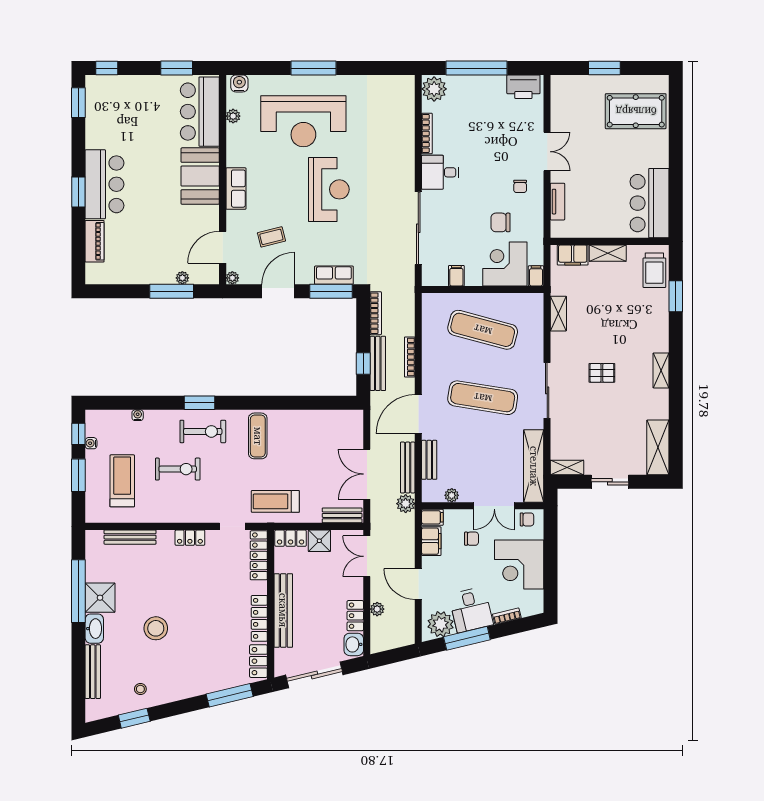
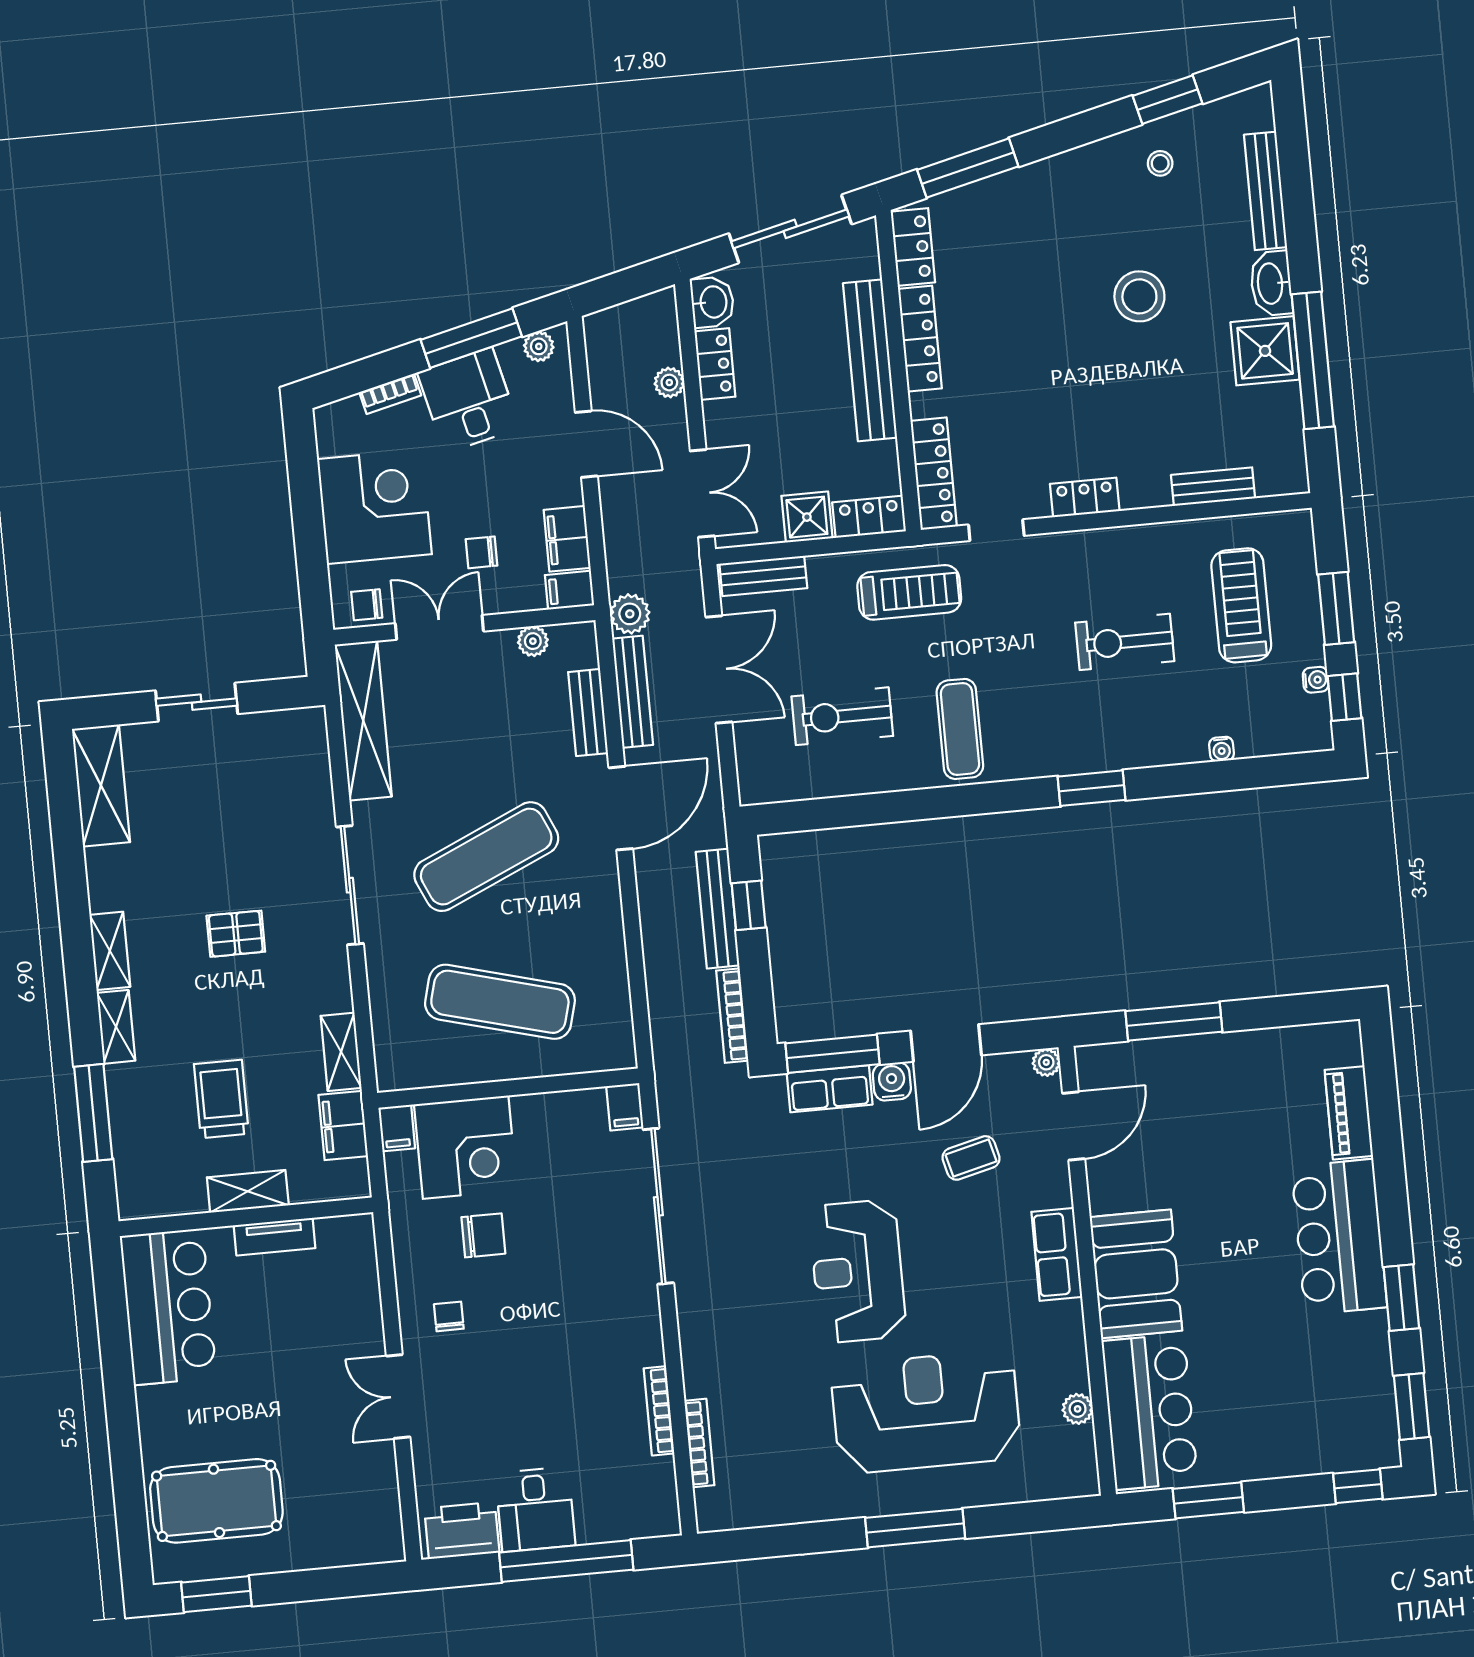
window: (604, 68) -> (216, 1594), moved
water cooler: (239, 83) -> (892, 1081), moved, turned 180
plant: (434, 89) -> (653, 1508), removed
desk: (440, 172) -> (535, 1509), moved, turned 90
window: (78, 192) -> (1401, 1298), moved
tv unit: (558, 202) -> (274, 1237), moved, turned -90
filing cabinet: (573, 255) -> (343, 1125), moved, turned -90
trolley: (654, 270) -> (221, 1099), moved
filing cabinet: (456, 276) -> (625, 1107), moved
plant: (182, 278) -> (1153, 1052), removed
window: (676, 296) -> (93, 1113), width x1.44
bookcase: (410, 357) -> (699, 1443), moved
exercise mat: (483, 398) -> (486, 857), turned -33
exercise bike: (203, 431) -> (842, 716), moved
shelving: (567, 467) -> (116, 1027), moved, turned 90
treadmill: (122, 481) -> (1241, 605), turned 180
bench: (130, 537) -> (1213, 487), width x0.73
plant: (441, 624) -> (539, 346), width x0.53, depth x0.53

